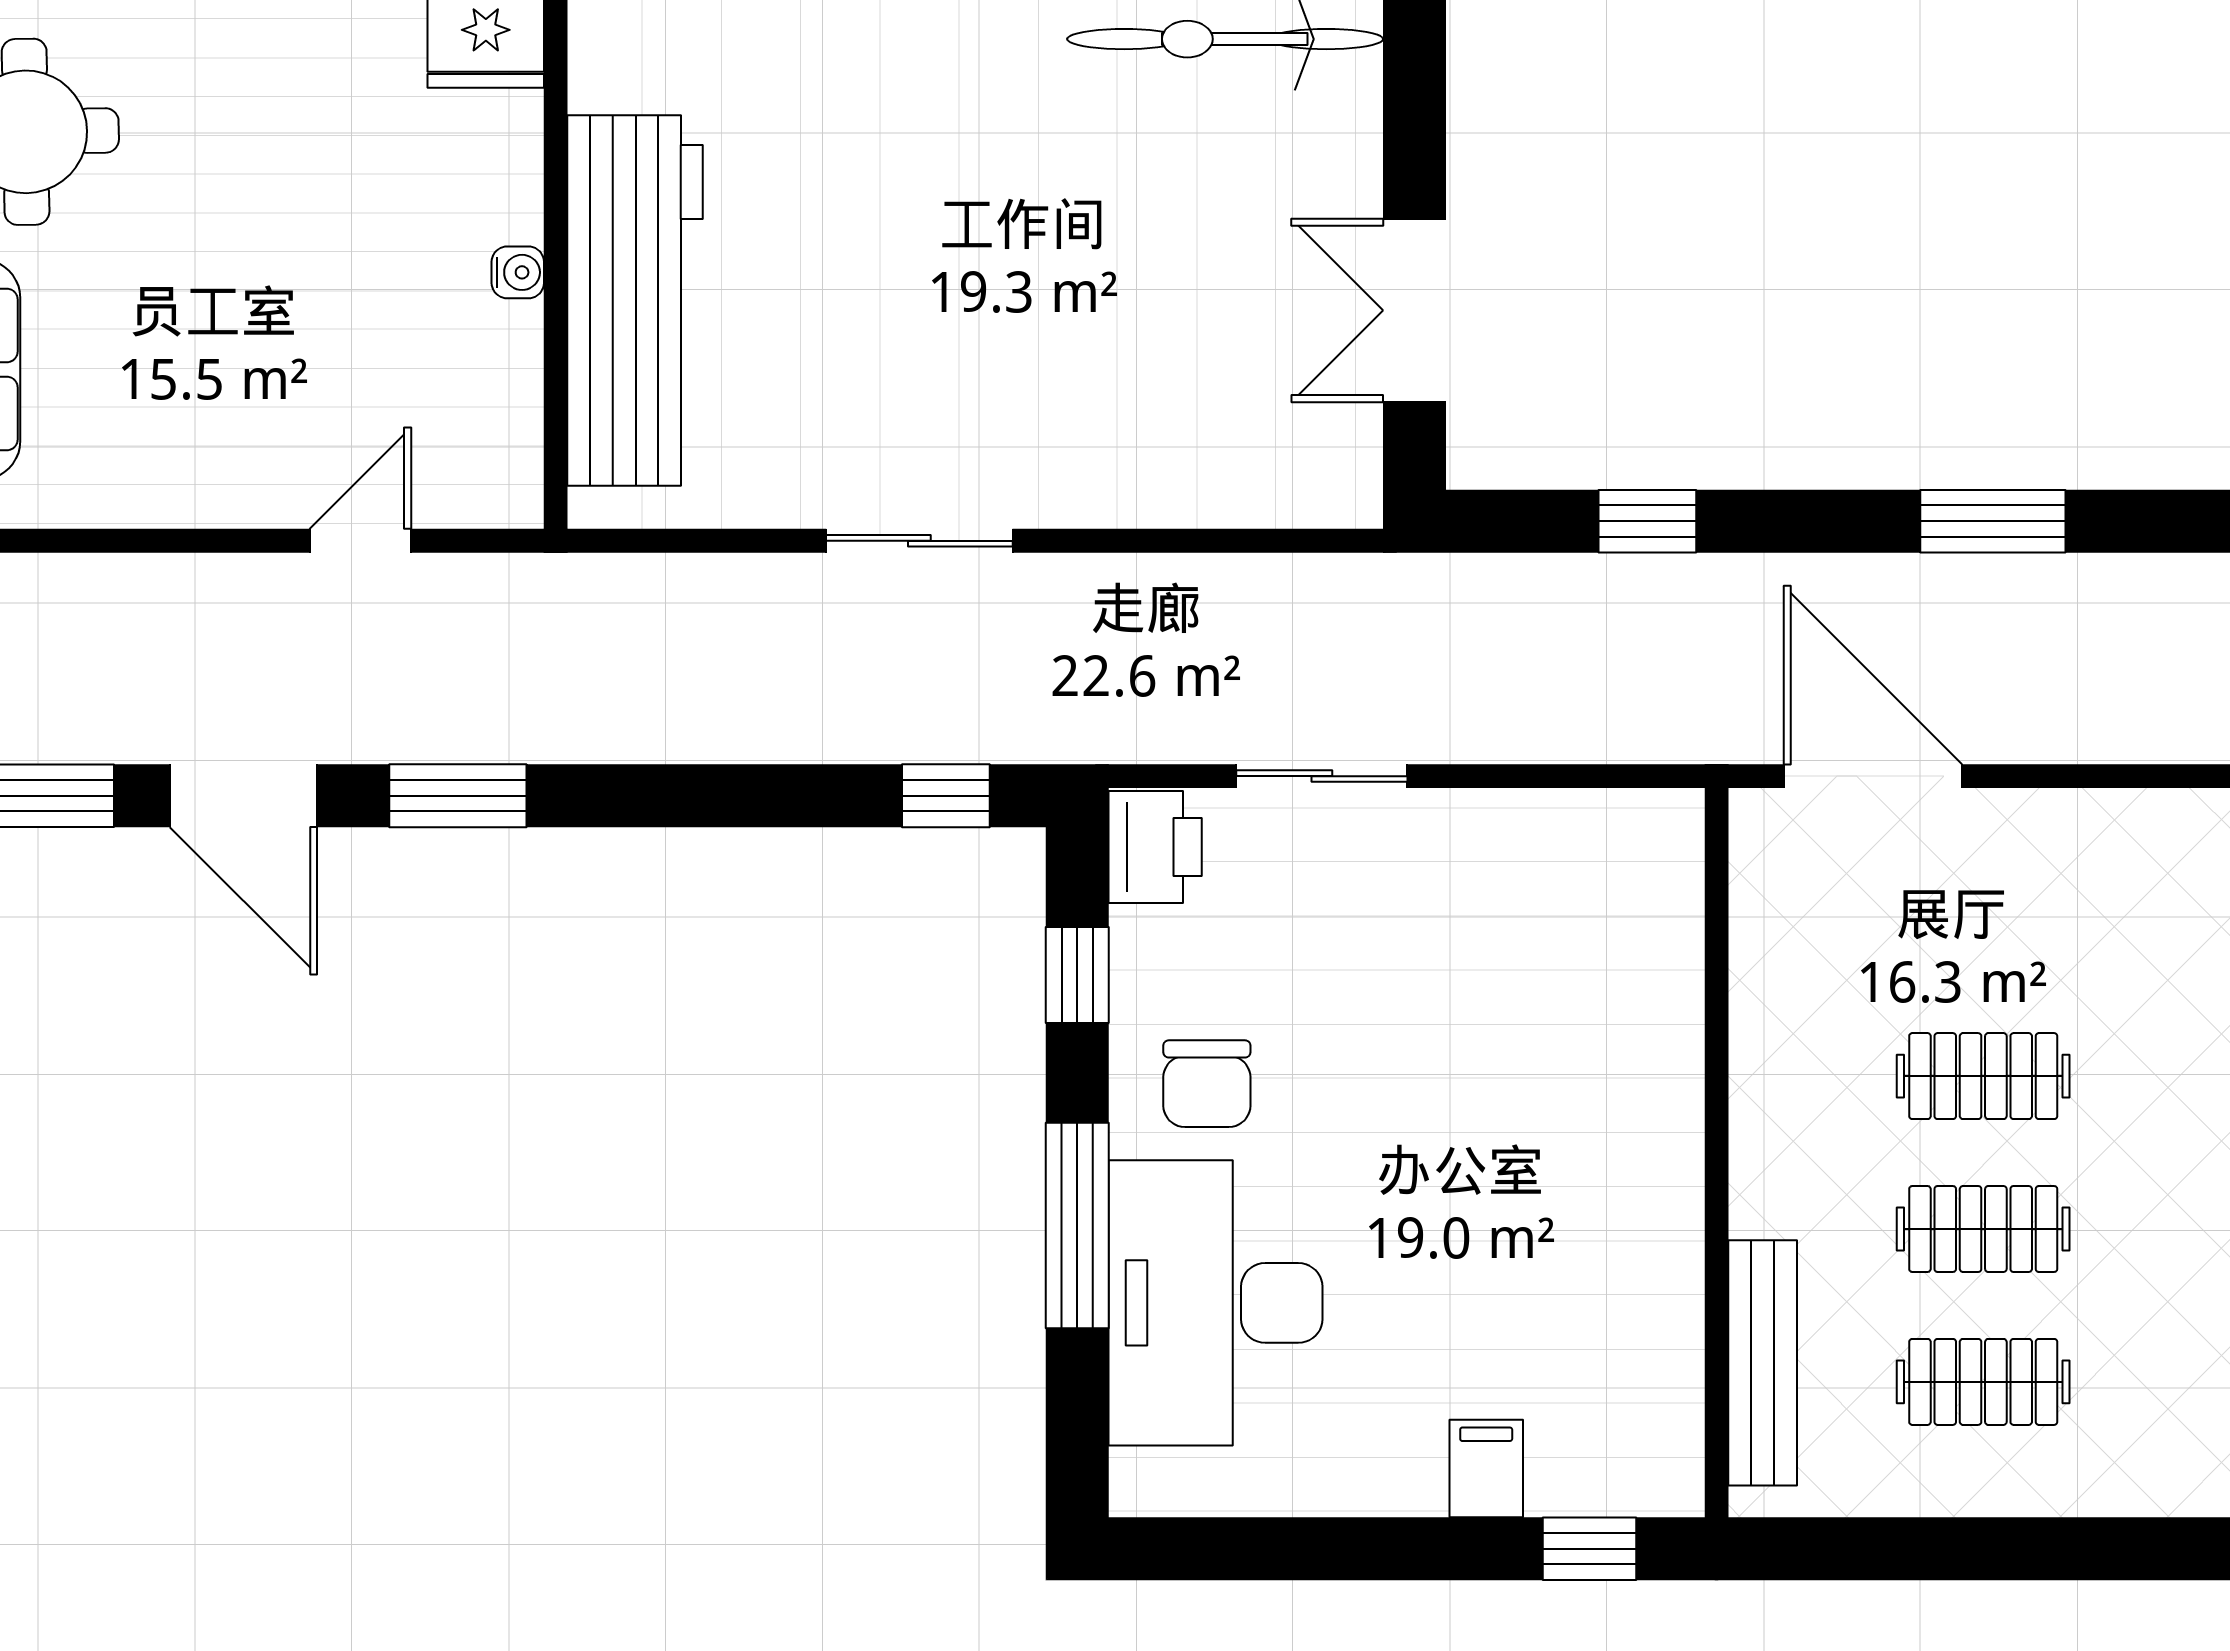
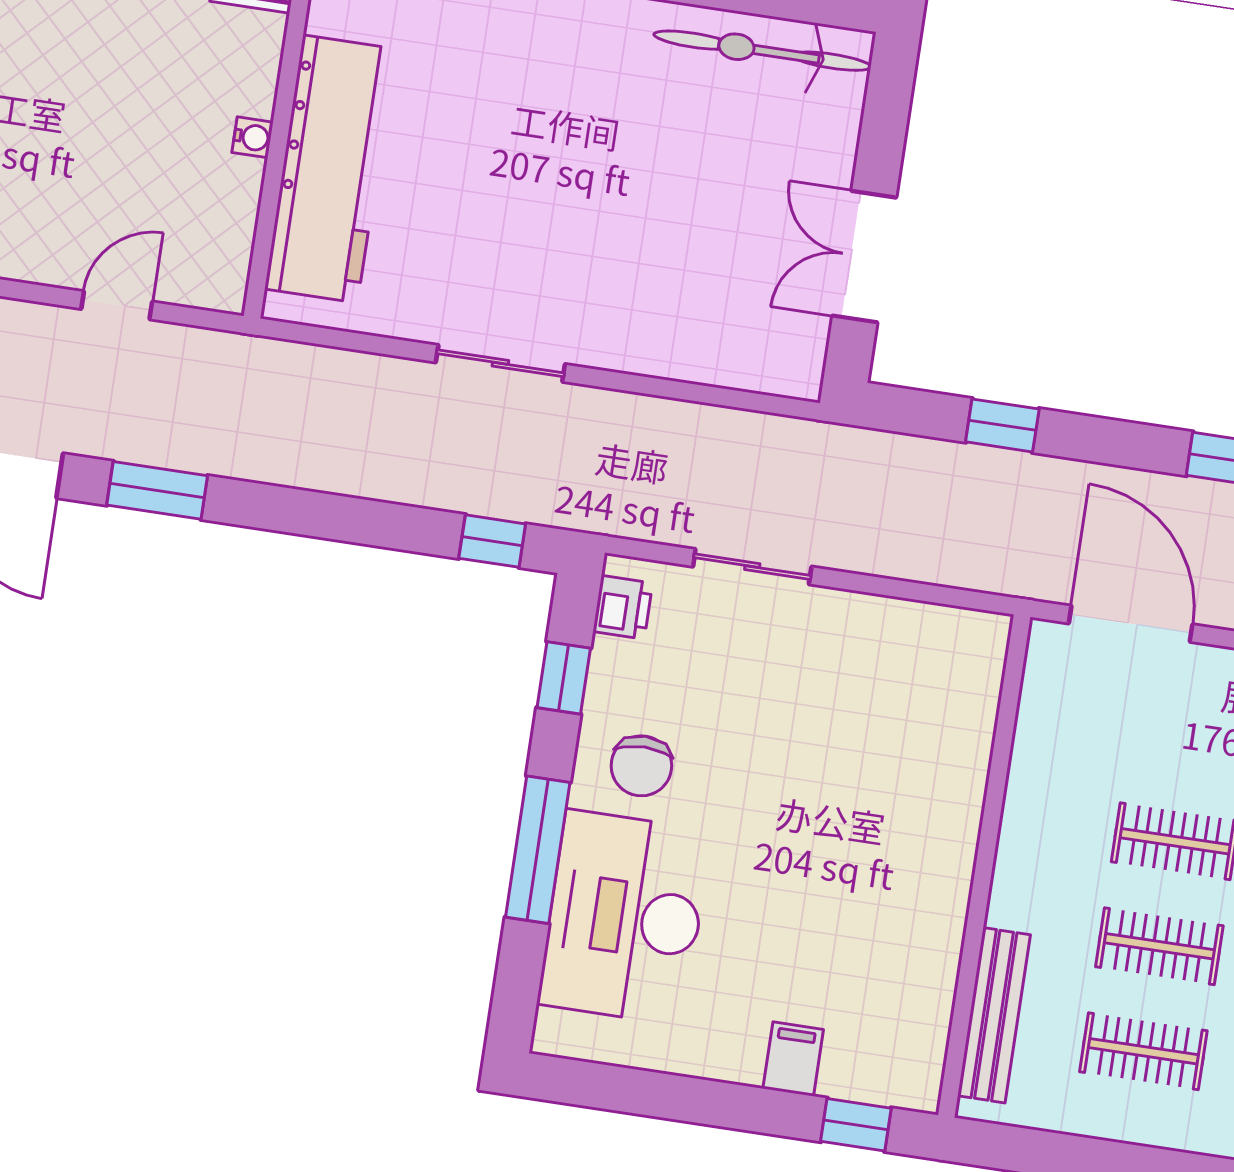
printer: (1155, 847) -> (623, 607), width x0.73, depth x0.81

